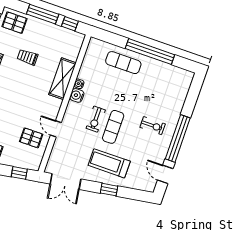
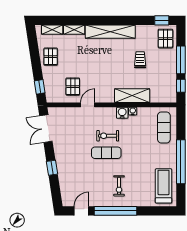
exercise mat: (123, 63) -> (164, 127), moved
treadmill: (109, 163) -> (164, 186), moved

